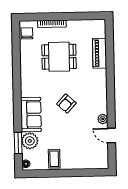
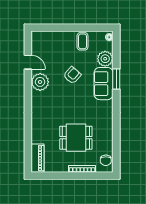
piano: (100, 53) -> (38, 158), moved
armchair: (66, 104) -> (72, 75), moved
plant: (103, 119) -> (40, 82), width x1.88, depth x1.88
window: (18, 143) -> (116, 79), moved

